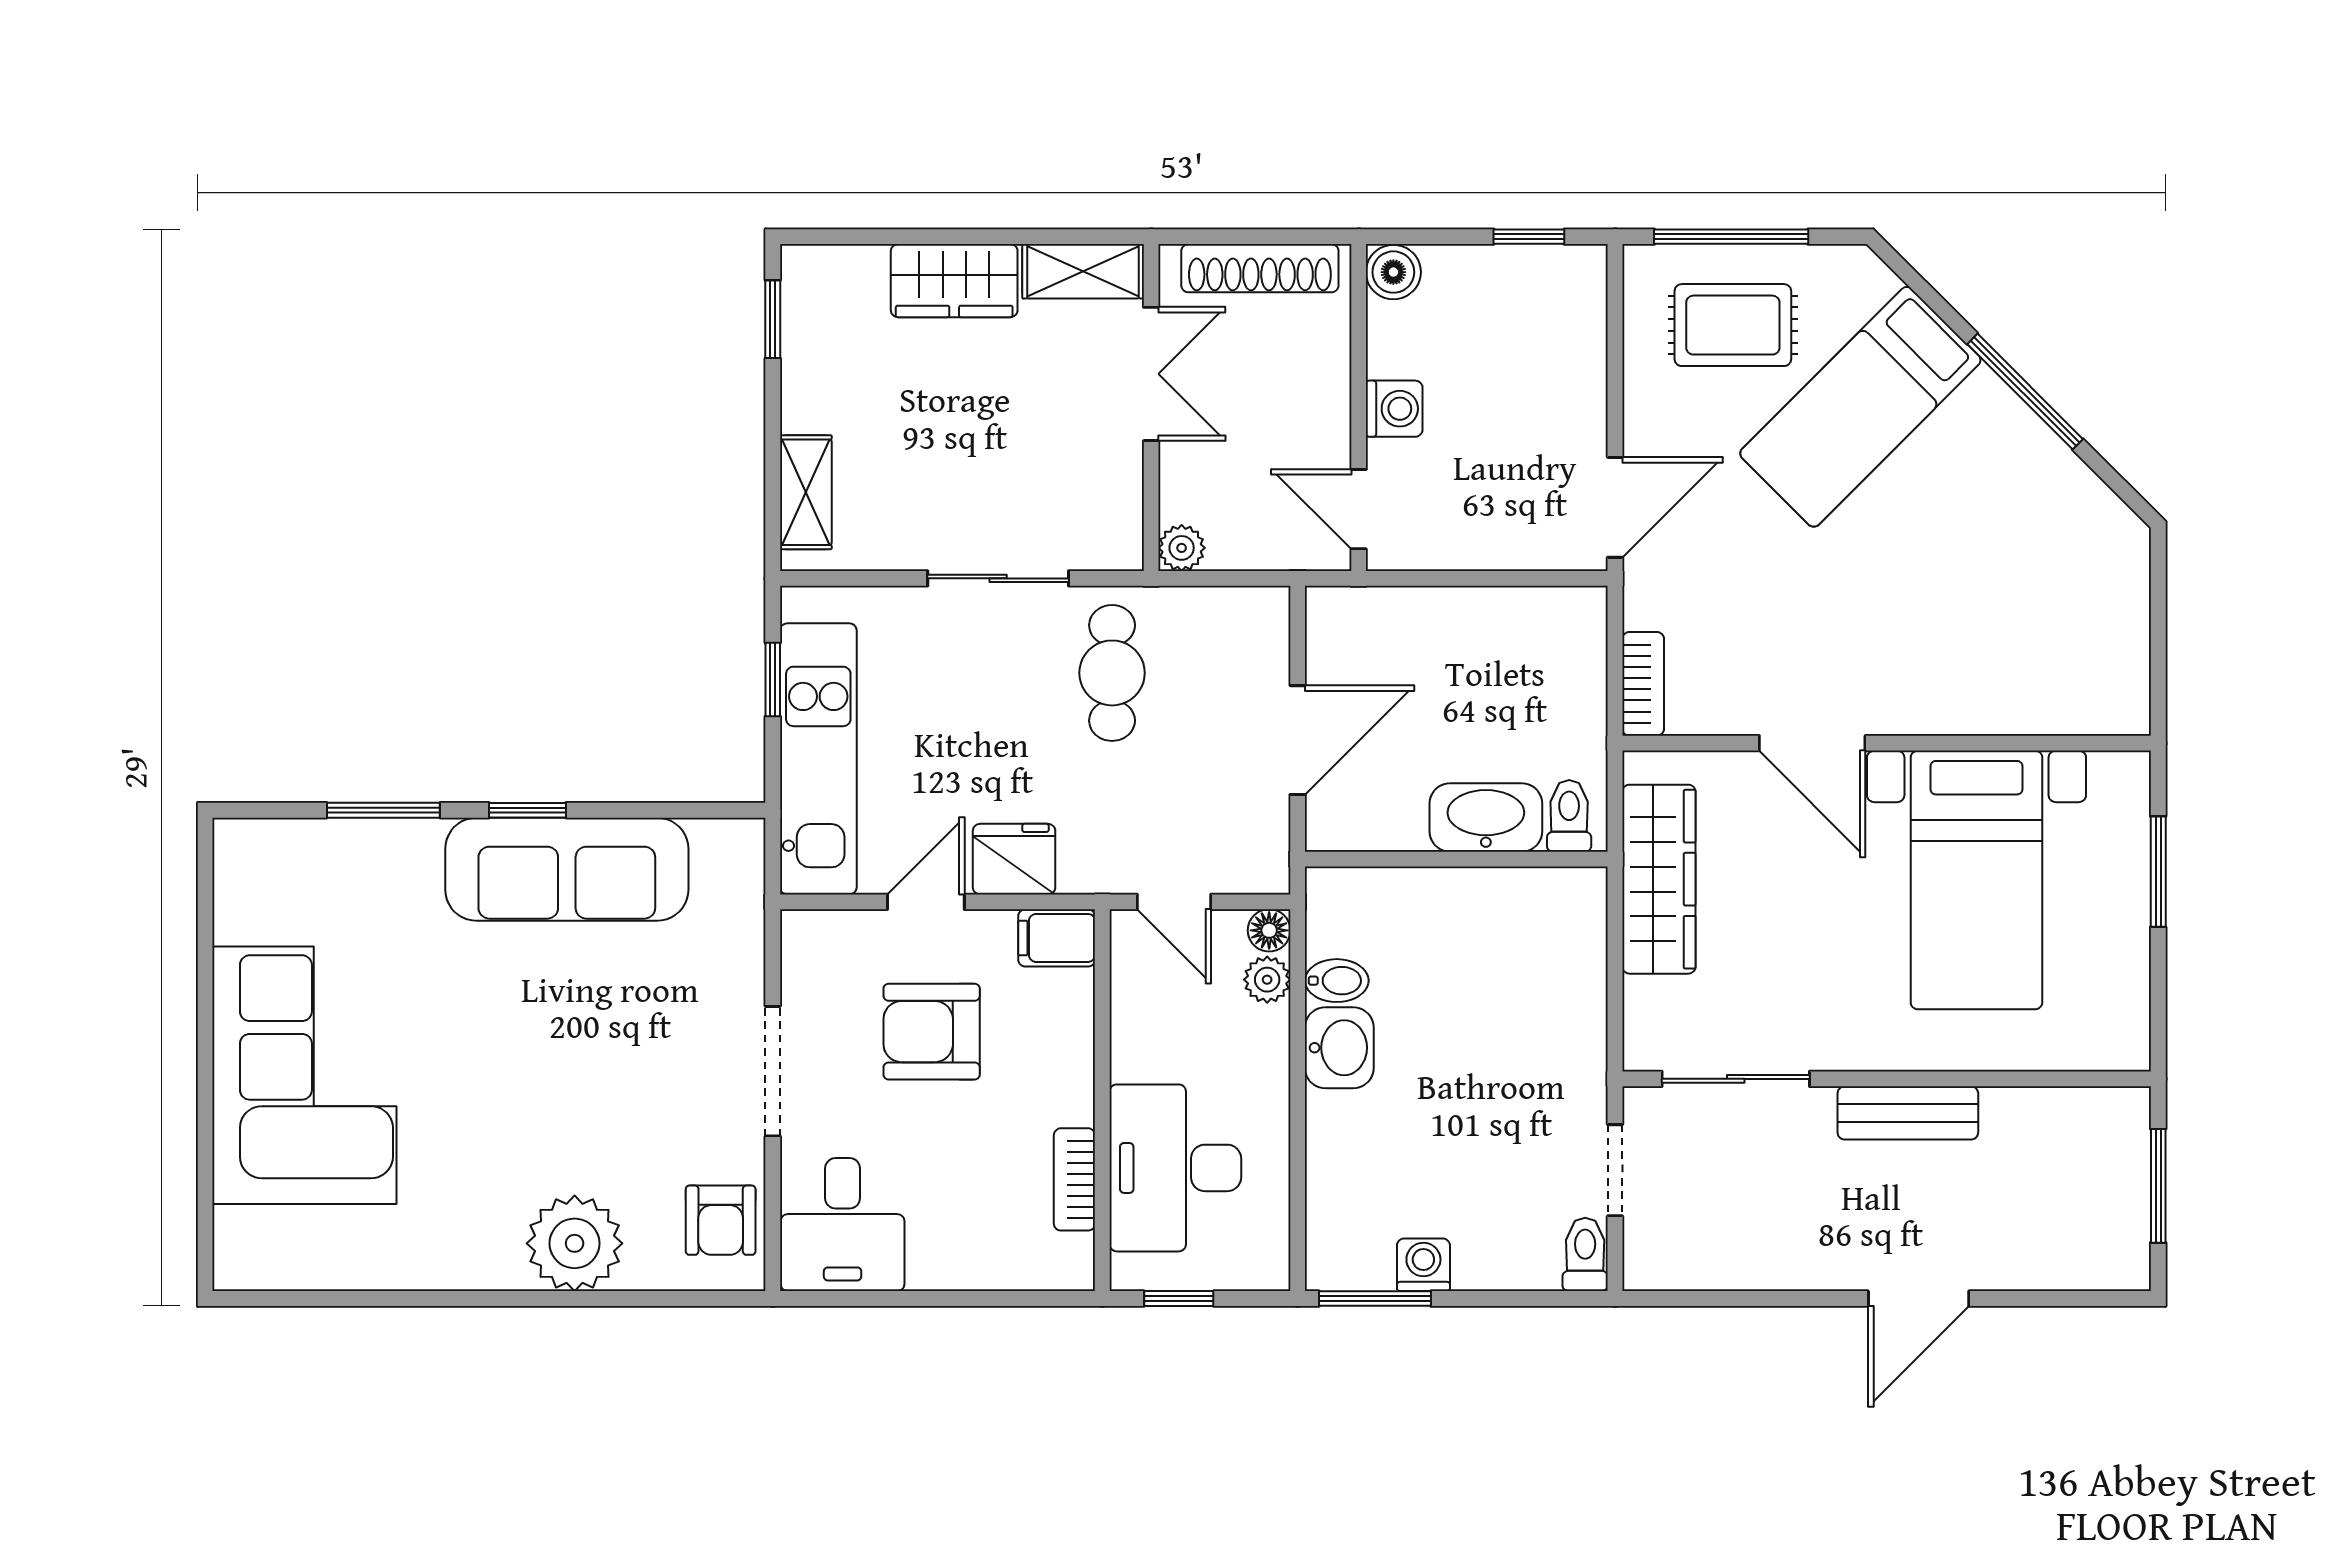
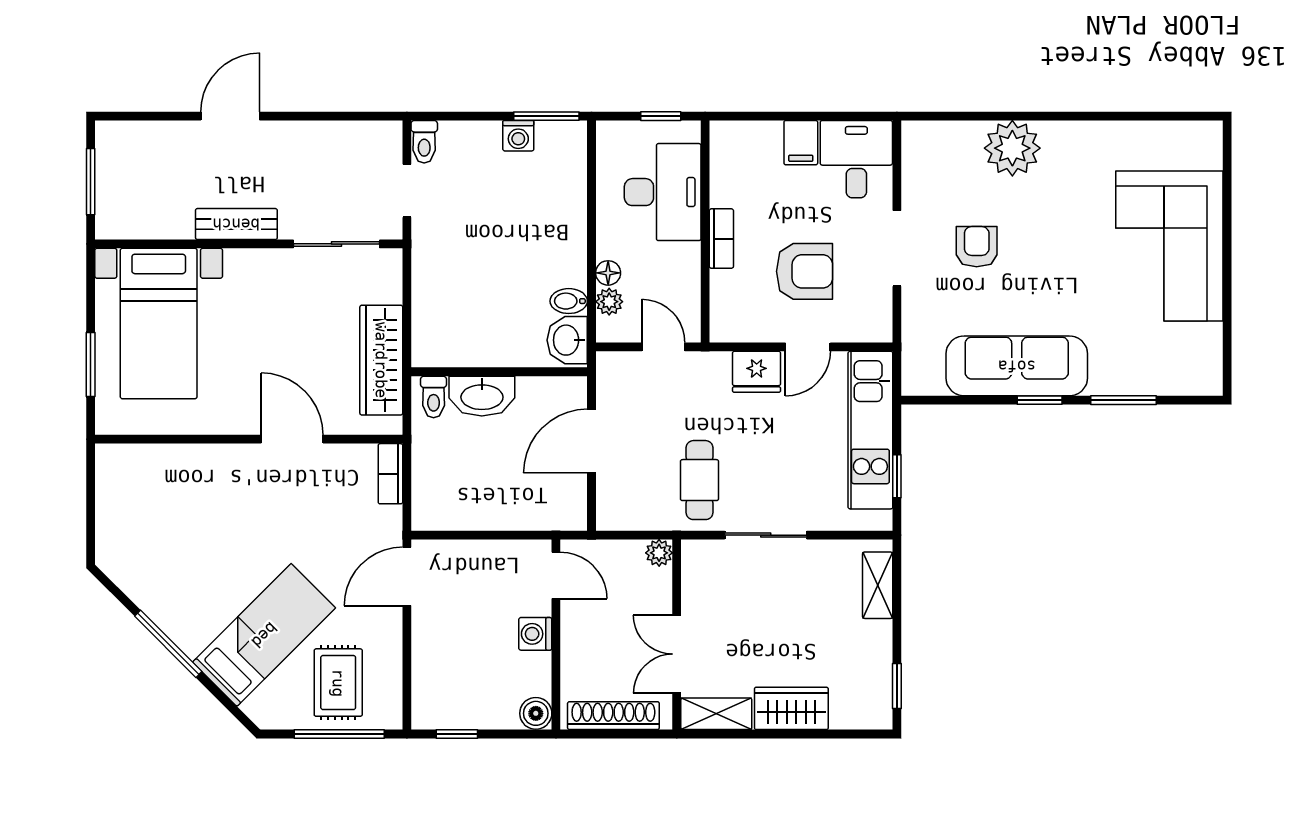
rug: (1733, 325) -> (338, 683), turned 90
bed with nightstands: (1976, 880) -> (159, 324), moved, turned 180
floor lamp: (1269, 930) -> (608, 273), moved
filing cabinet: (1057, 938) -> (801, 143), moved, turned 90
washbasin: (1339, 1048) -> (567, 340), moved
bookcase: (1074, 1179) -> (721, 239), moved
armchair: (721, 1220) -> (977, 247), moved

